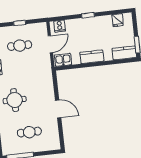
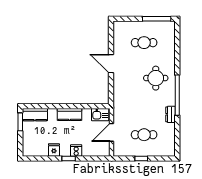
fridge: (118, 20) -> (54, 150), moved
cooker: (60, 26) -> (76, 151), moved

